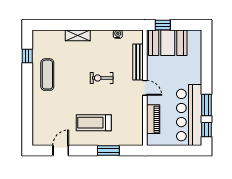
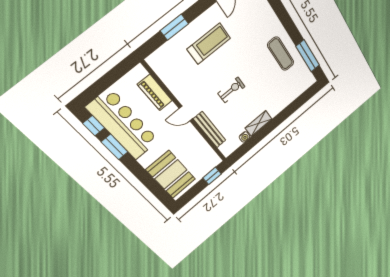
shelving: (78, 35) -> (259, 123), moved
booth: (168, 43) -> (171, 174), moved, turned 90
window: (27, 56) -> (308, 56), width x2.17

